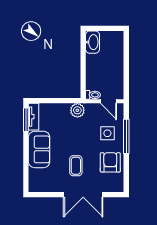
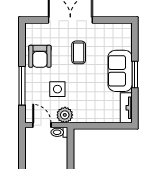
plant: (77, 110) -> (65, 115), moved
window: (26, 120) -> (135, 75), moved
side table: (107, 133) -> (57, 89), moved

